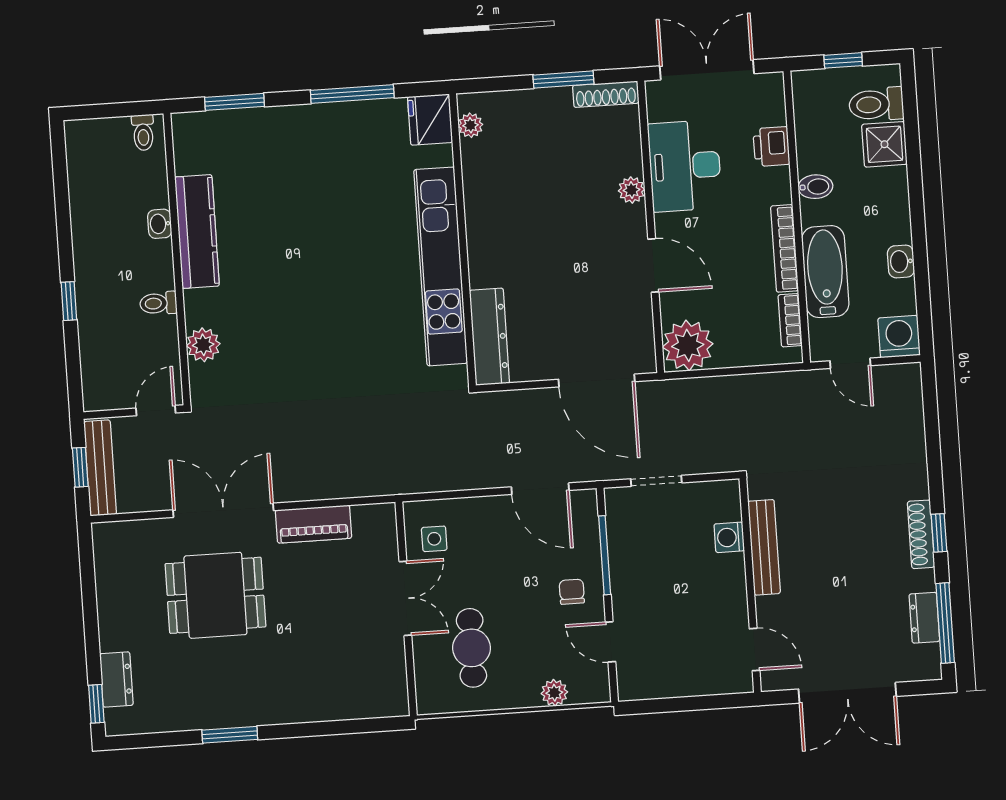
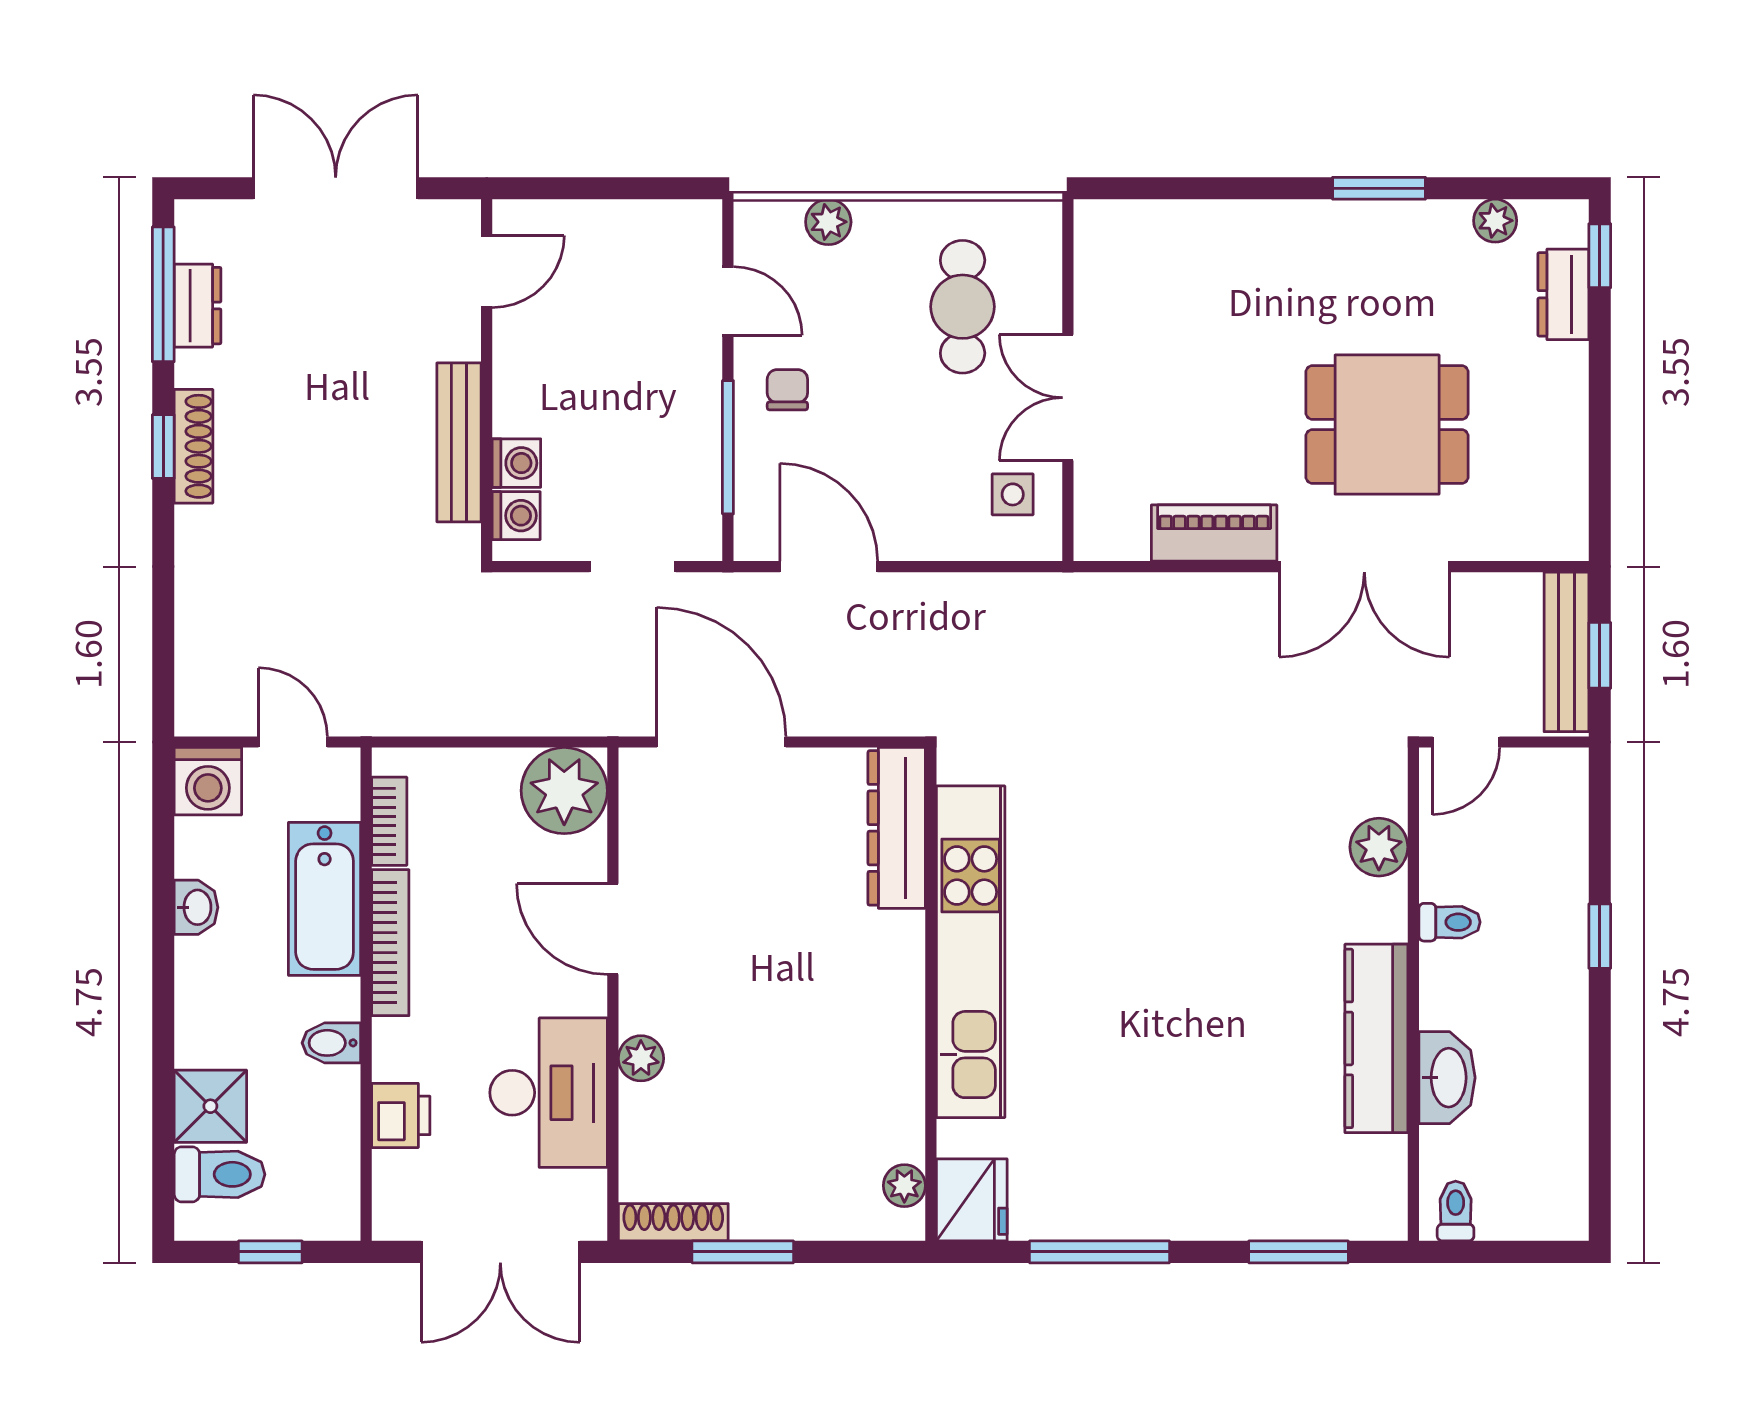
washbasin: (160, 224) -> (1447, 1078), width x1.91, depth x1.45
washing machine: (727, 506) -> (516, 516), added
chair: (572, 592) -> (787, 390), turned 180
door: (755, 650) -> (487, 272), swing flipped
plant: (160, 720) -> (1495, 221), added

